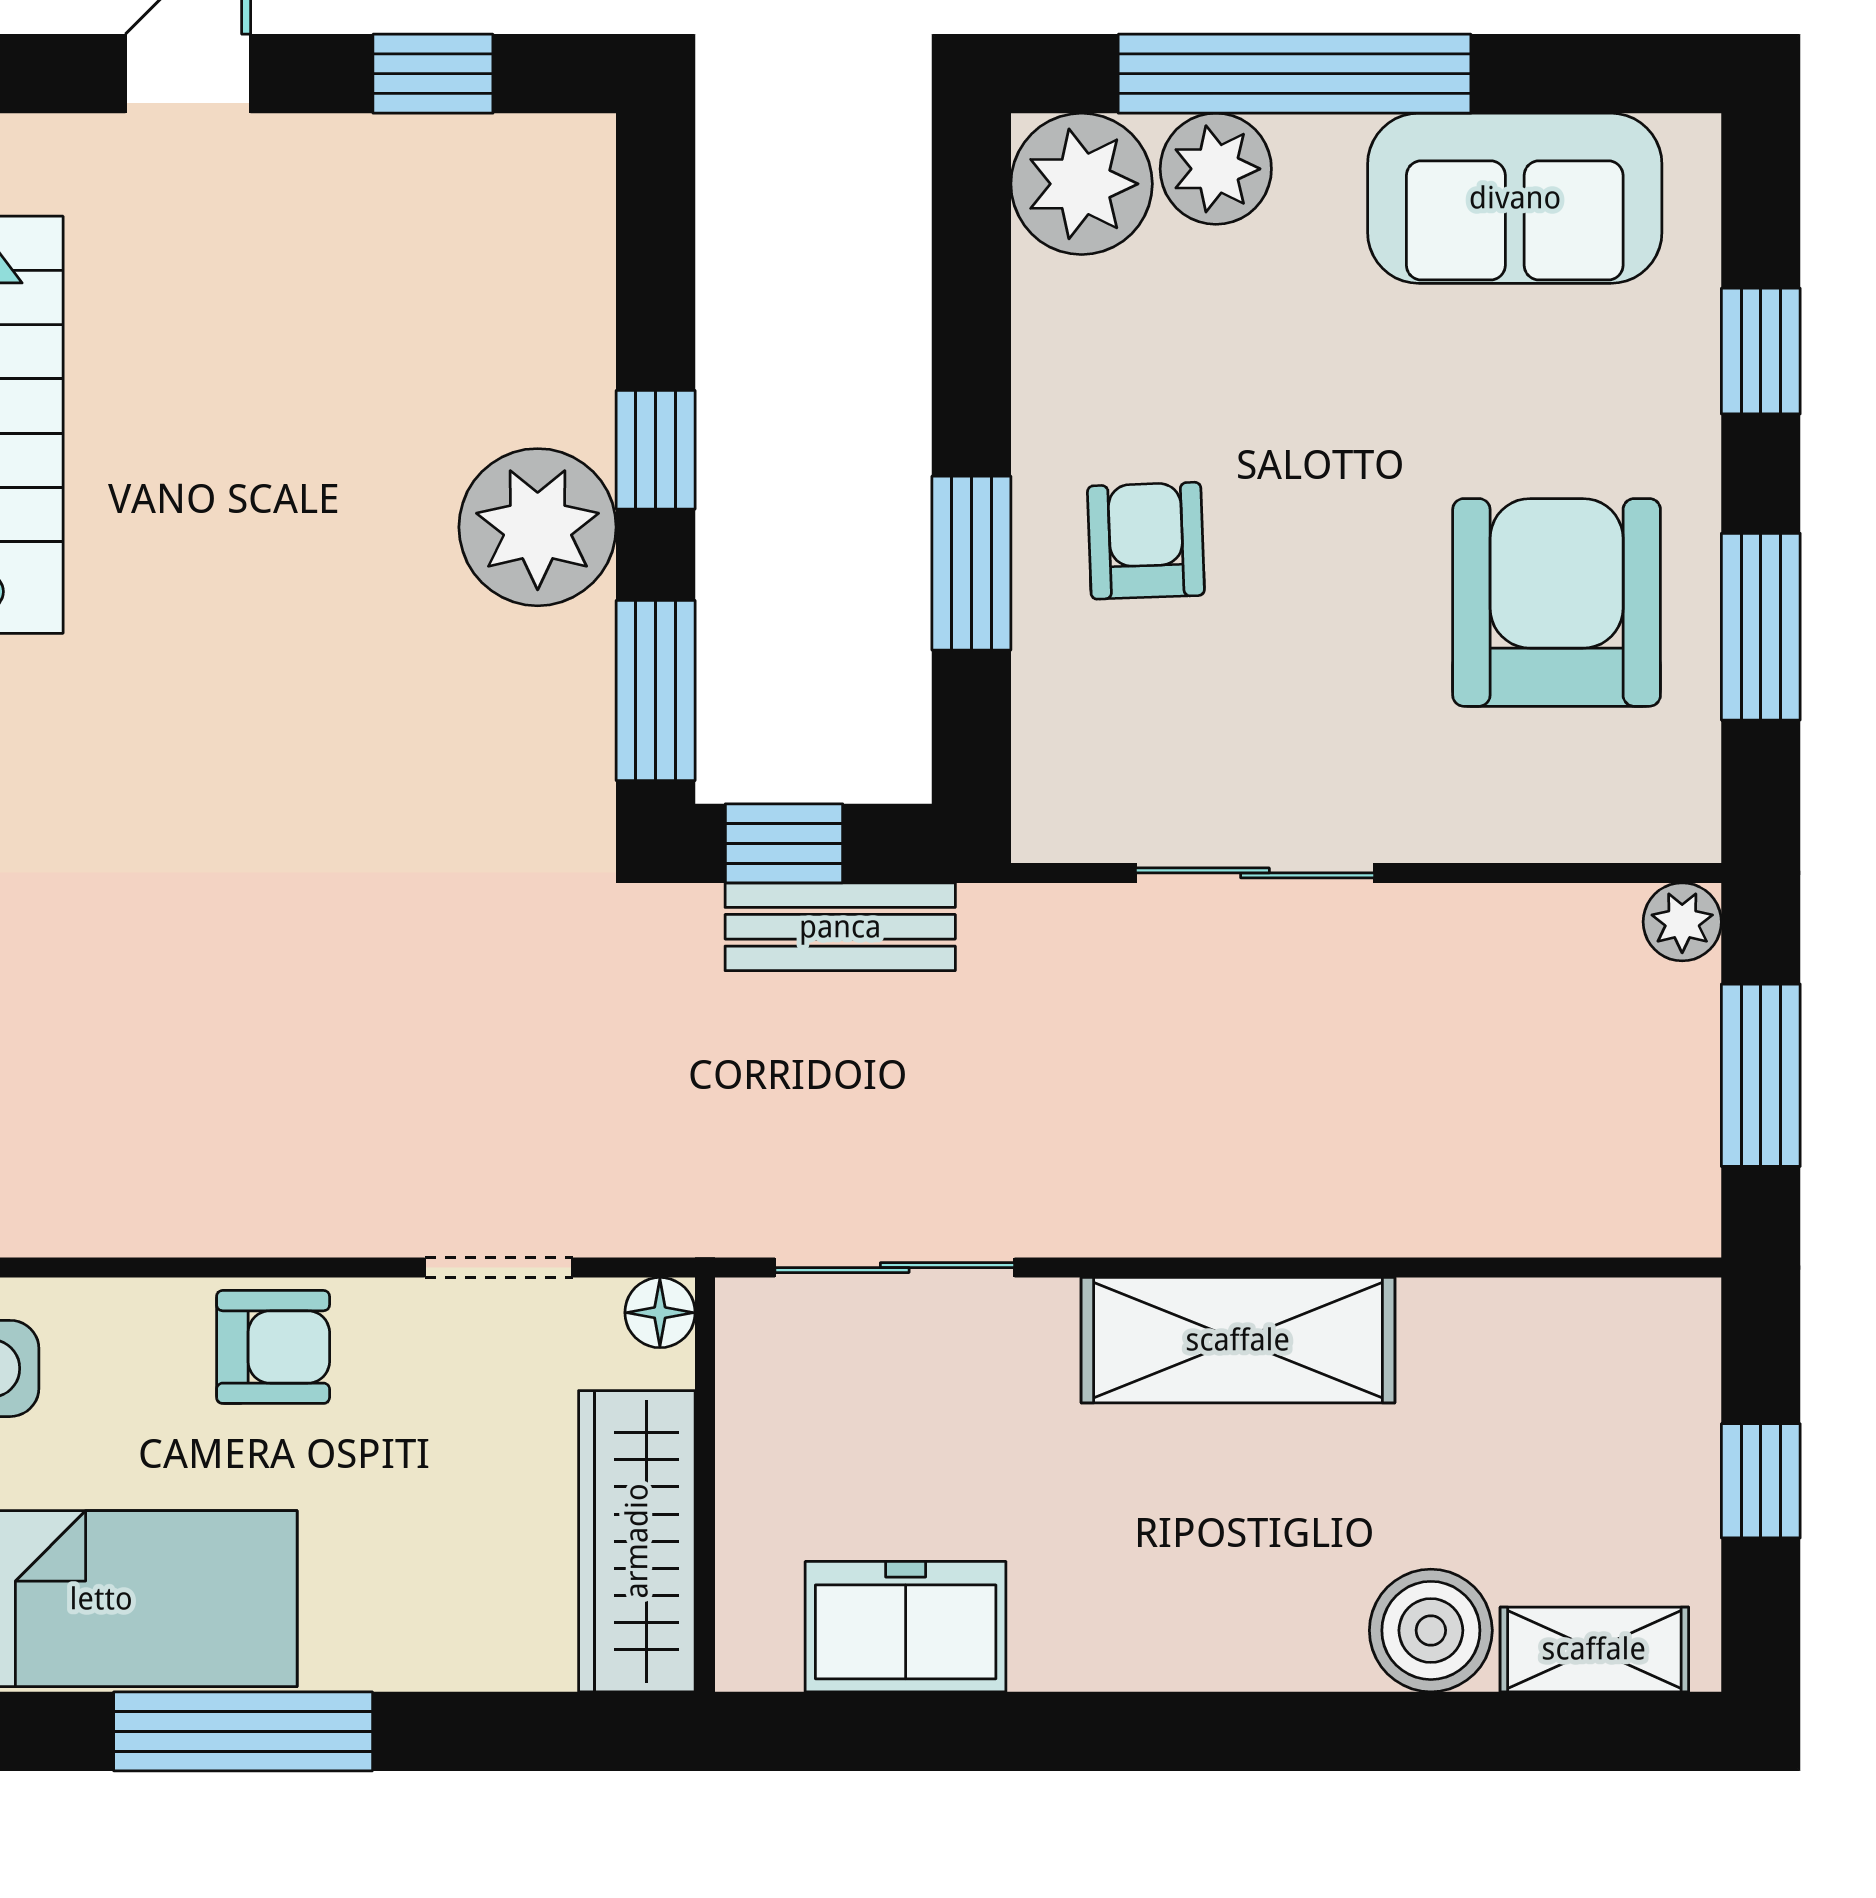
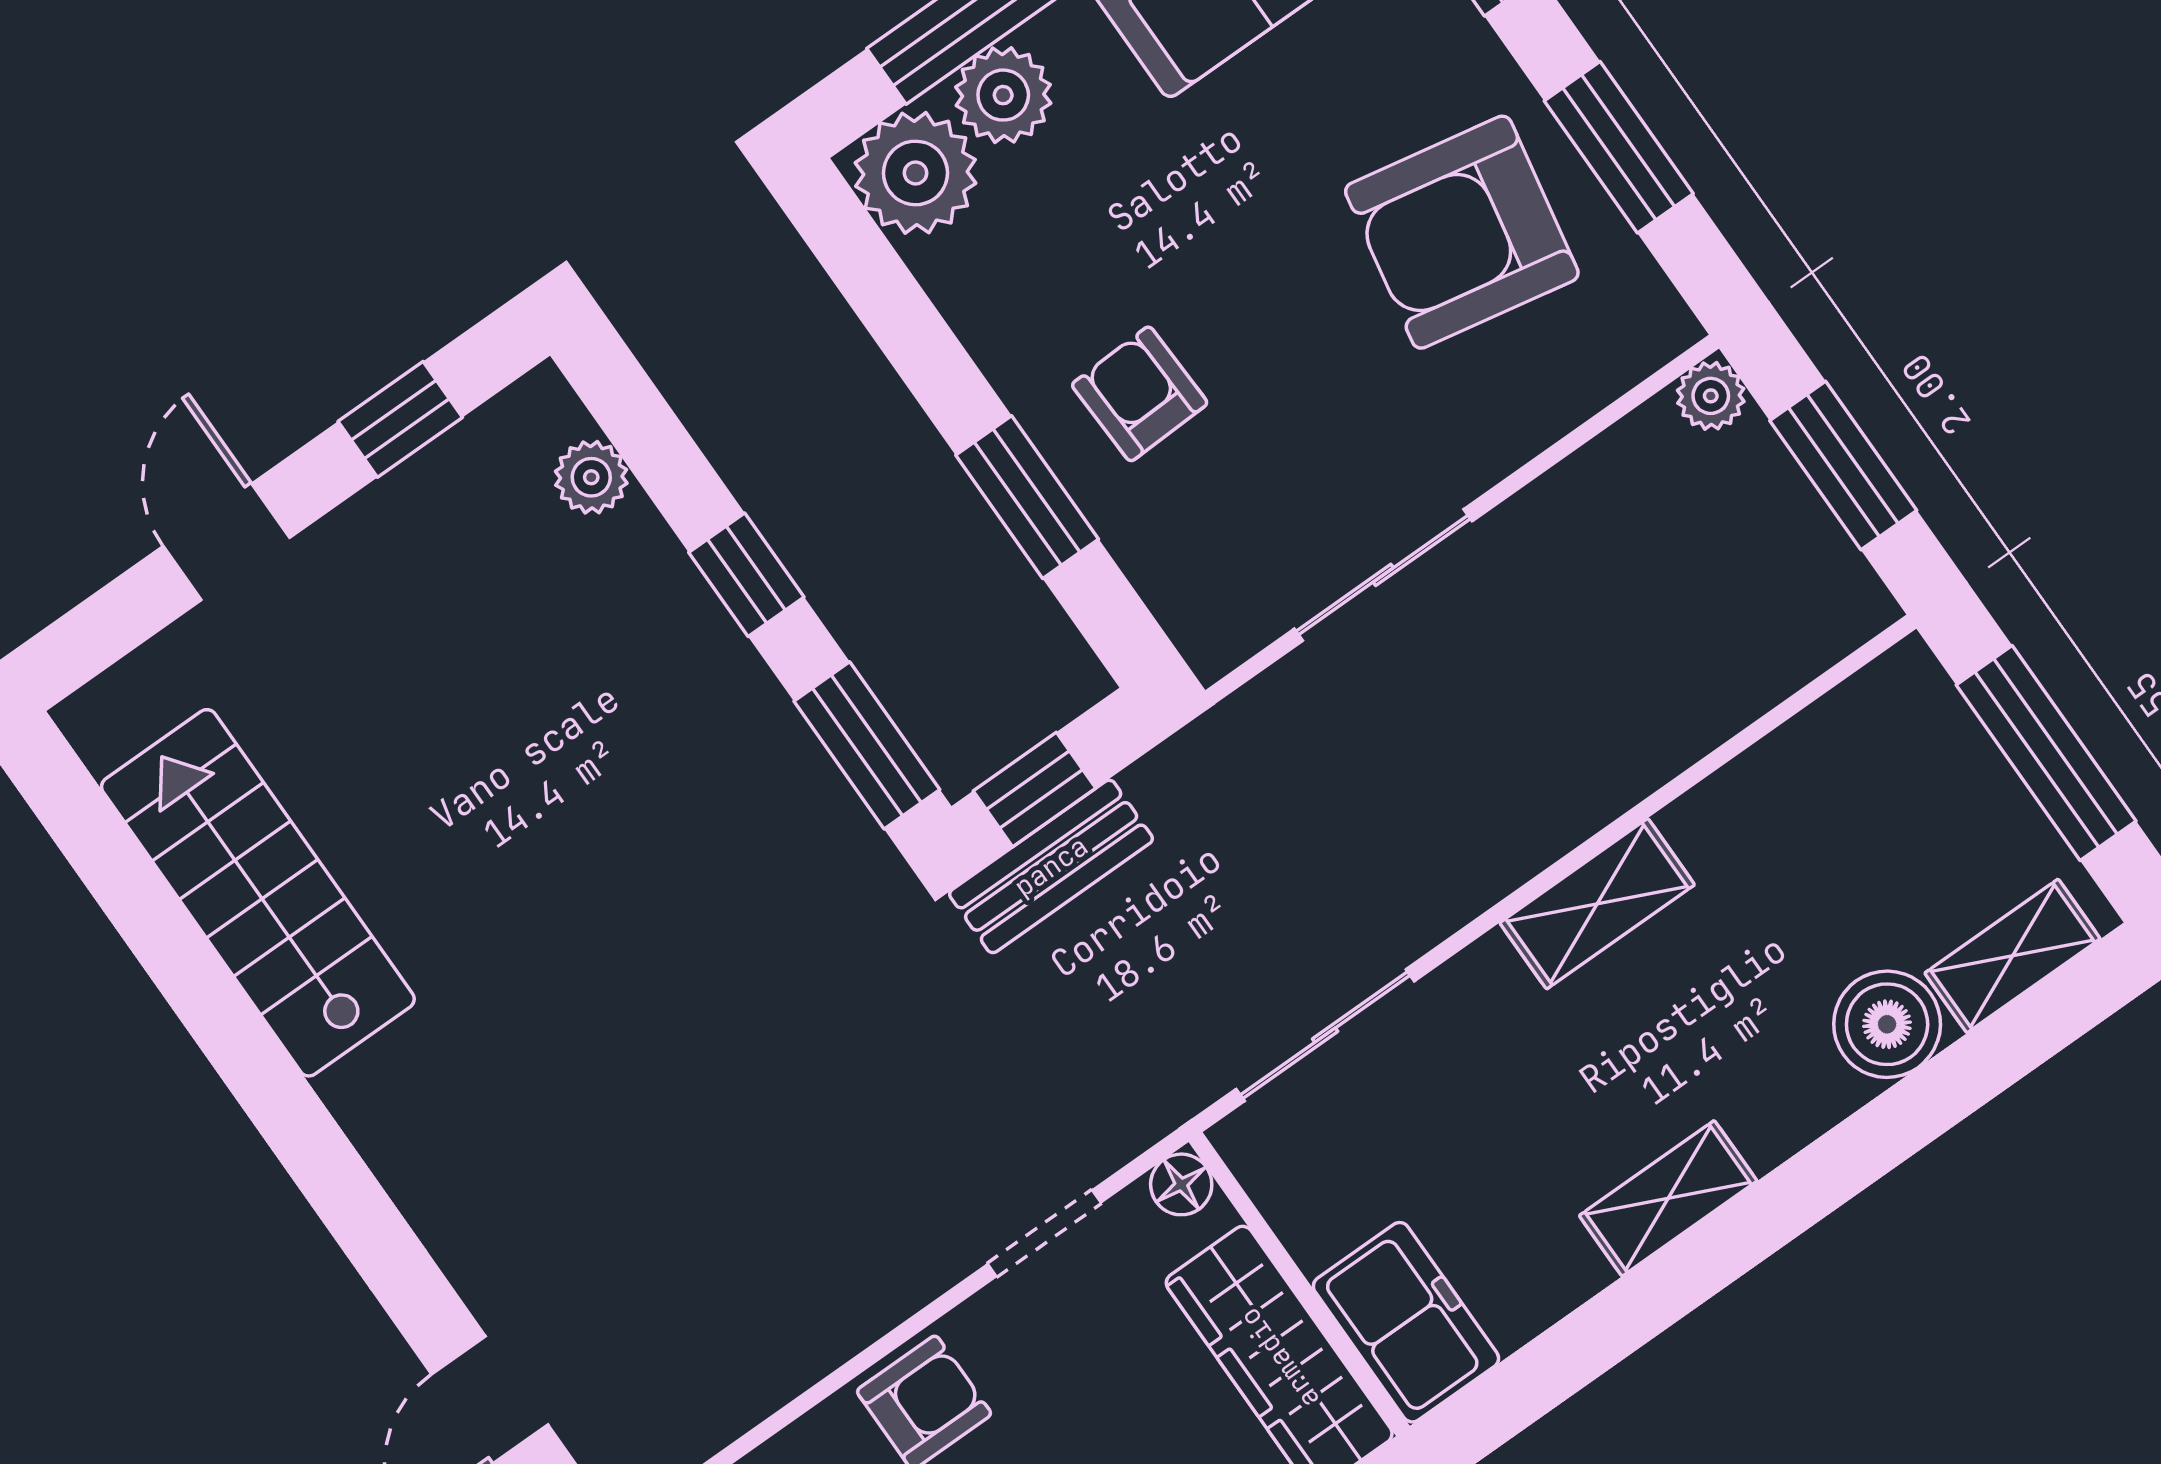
plant: (538, 527) -> (591, 477), moved, width x0.53, depth x0.53
armchair: (1557, 602) -> (1462, 232), turned -79
bench: (840, 927) -> (1051, 866), moved
shelving: (1238, 1340) -> (1597, 904), width x0.67, depth x0.75
window: (1761, 1481) -> (2046, 753), width x2.17
freezer: (906, 1627) -> (1406, 1322), moved, turned 90
shelving: (1109, 1649) -> (1668, 1198), added

